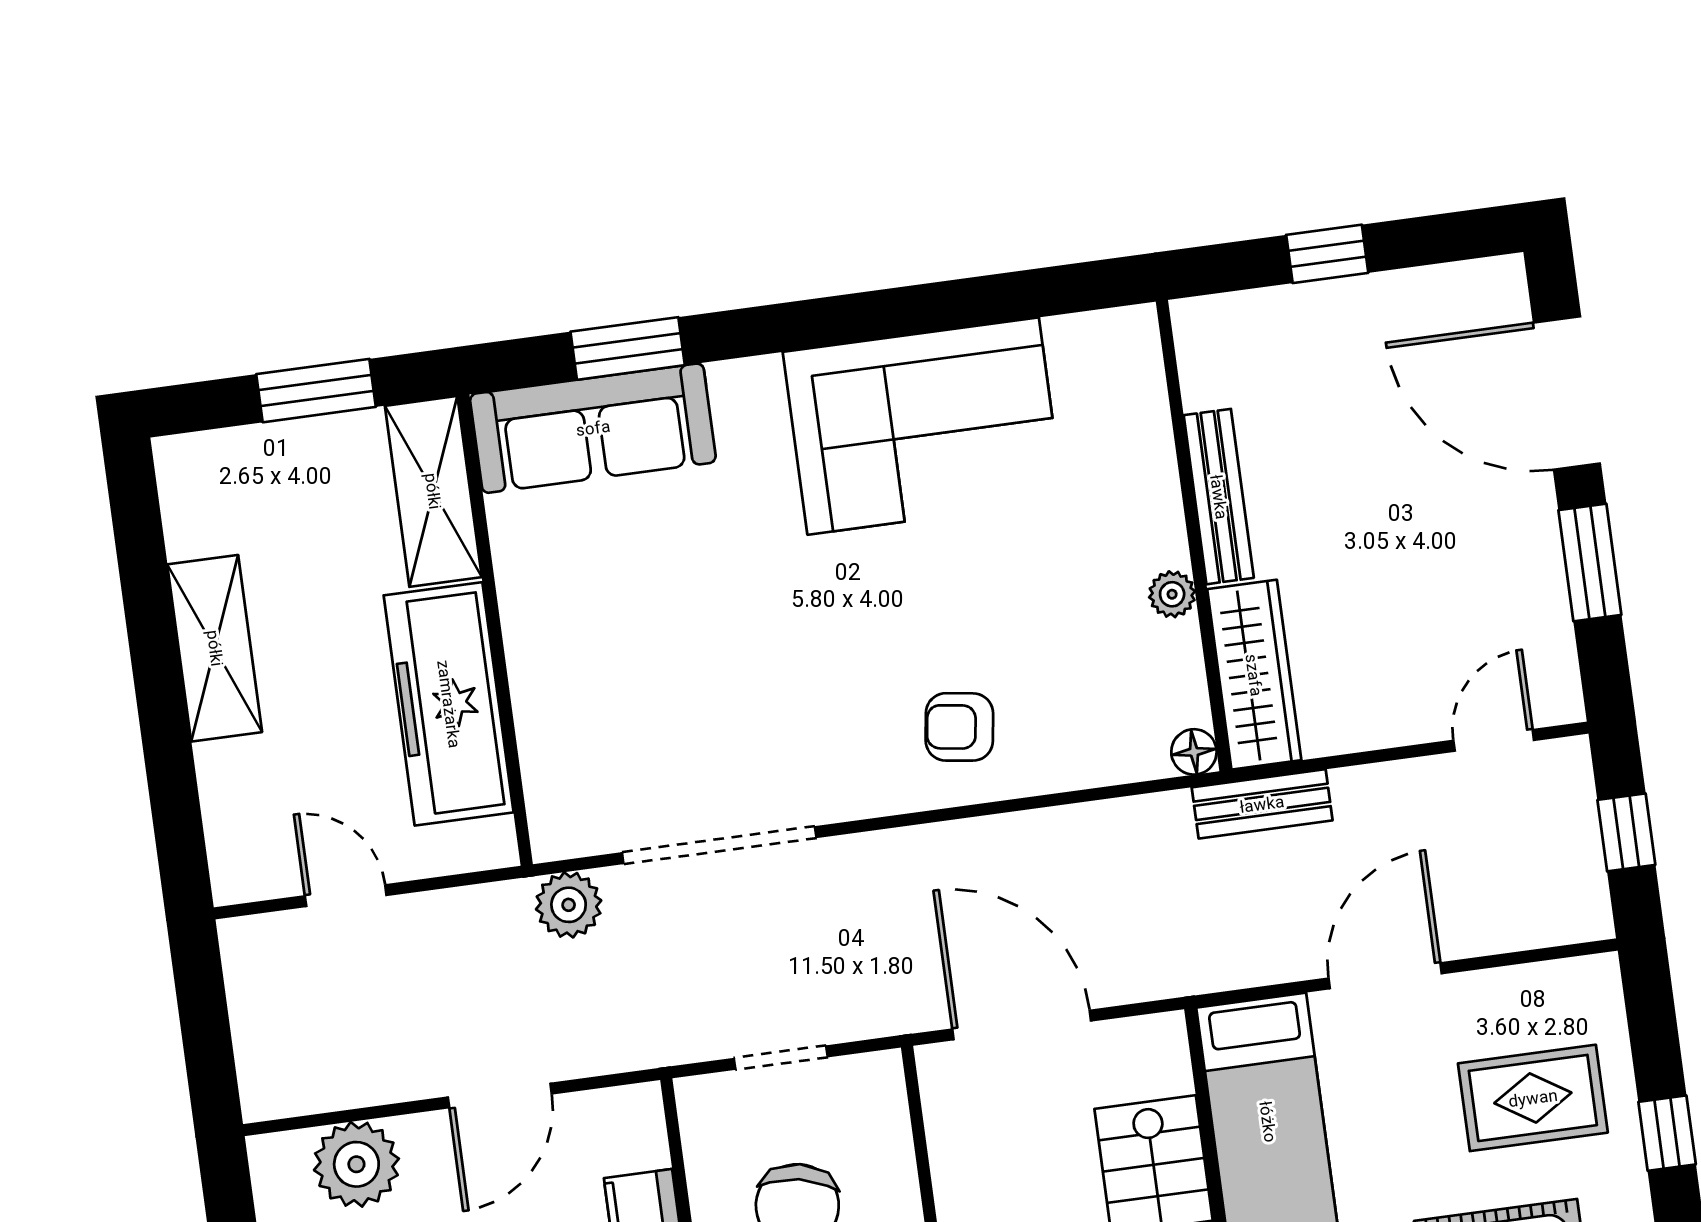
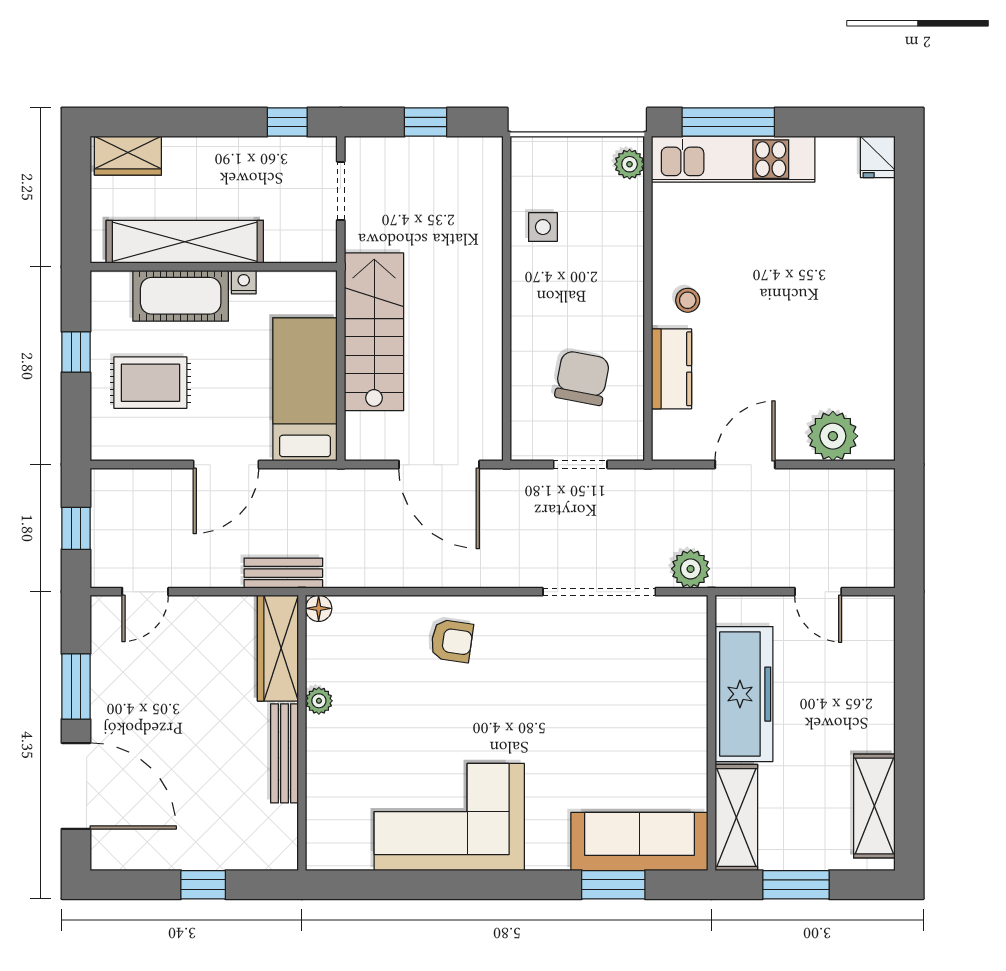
shelving: (215, 648) -> (874, 806), moved

